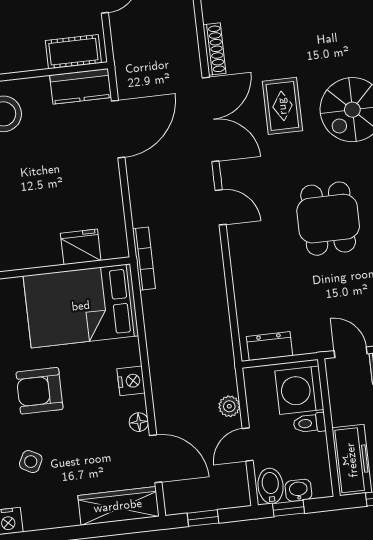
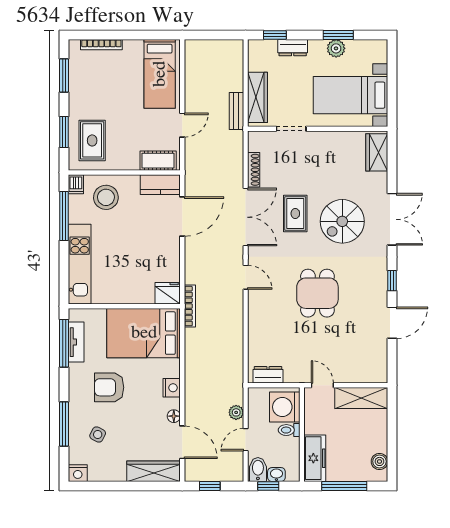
fridge: (81, 247) -> (168, 293), moved

